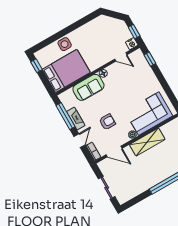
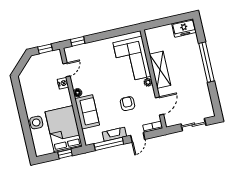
nightstand: (132, 44) -> (63, 83), moved
window: (36, 66) -> (65, 154), moved
door: (79, 141) -> (138, 137), swing flipped

